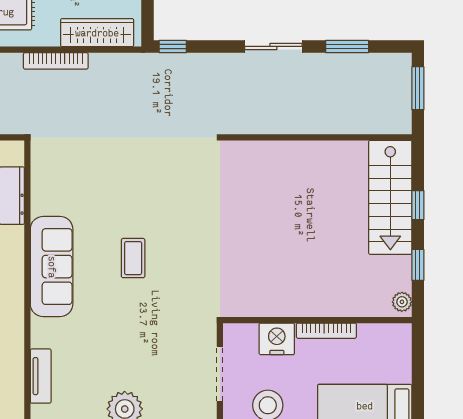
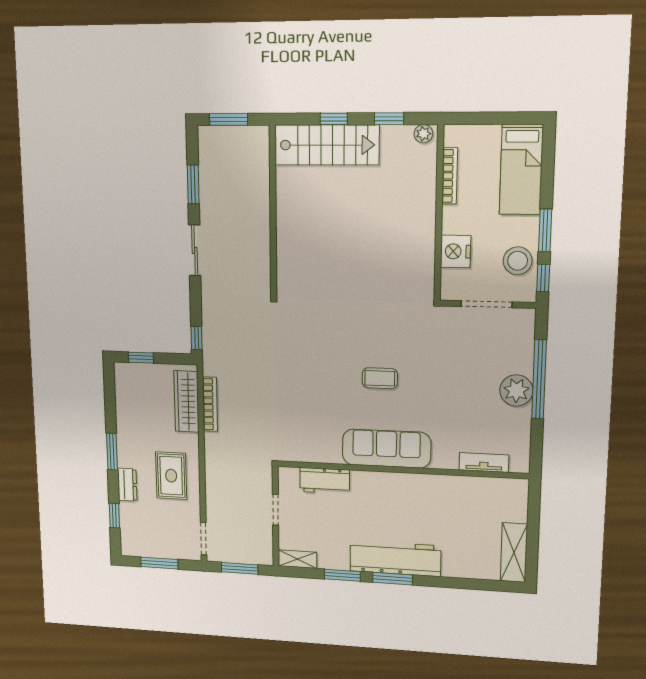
bookcase: (56, 61) -> (210, 404), moved
bookcase: (326, 331) -> (450, 176), moved

